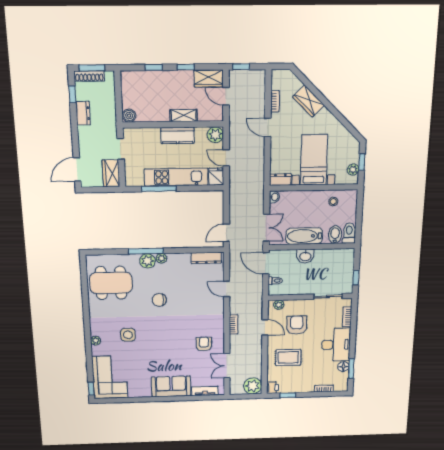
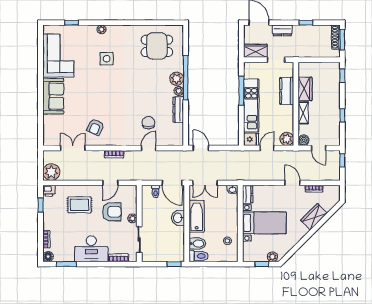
window: (154, 67) -> (342, 76), moved
wardrobe: (209, 78) -> (305, 89), moved, turned 180
window: (72, 94) -> (306, 23), moved
door: (226, 96) -> (319, 148), swing flipped
dresser: (83, 113) -> (282, 30), moved
boiler: (129, 116) -> (304, 140), moved
door: (268, 127) -> (292, 183), hinge flipped
kitchen counter: (178, 135) -> (287, 91), moved
plant: (353, 170) -> (272, 257), moved
window: (146, 251) -> (186, 78), width x1.46
dresser: (206, 258) -> (178, 110), moved
door: (266, 263) -> (172, 183), swing flipped
window: (356, 278) -> (174, 264), moved
dining table: (111, 283) -> (157, 46), width x0.73
chair: (159, 300) -> (148, 123), moved
plant: (279, 305) -> (132, 218), moved
armchair: (204, 344) -> (95, 127), turned 114
rug: (288, 357) -> (80, 205), turned 90
floor lamp: (343, 367) -> (48, 257), moved
corner sofa: (110, 377) -> (58, 56), moved, turned -90
window: (91, 389) -> (72, 23), moved
tv unit: (205, 391) -> (48, 127), removed

